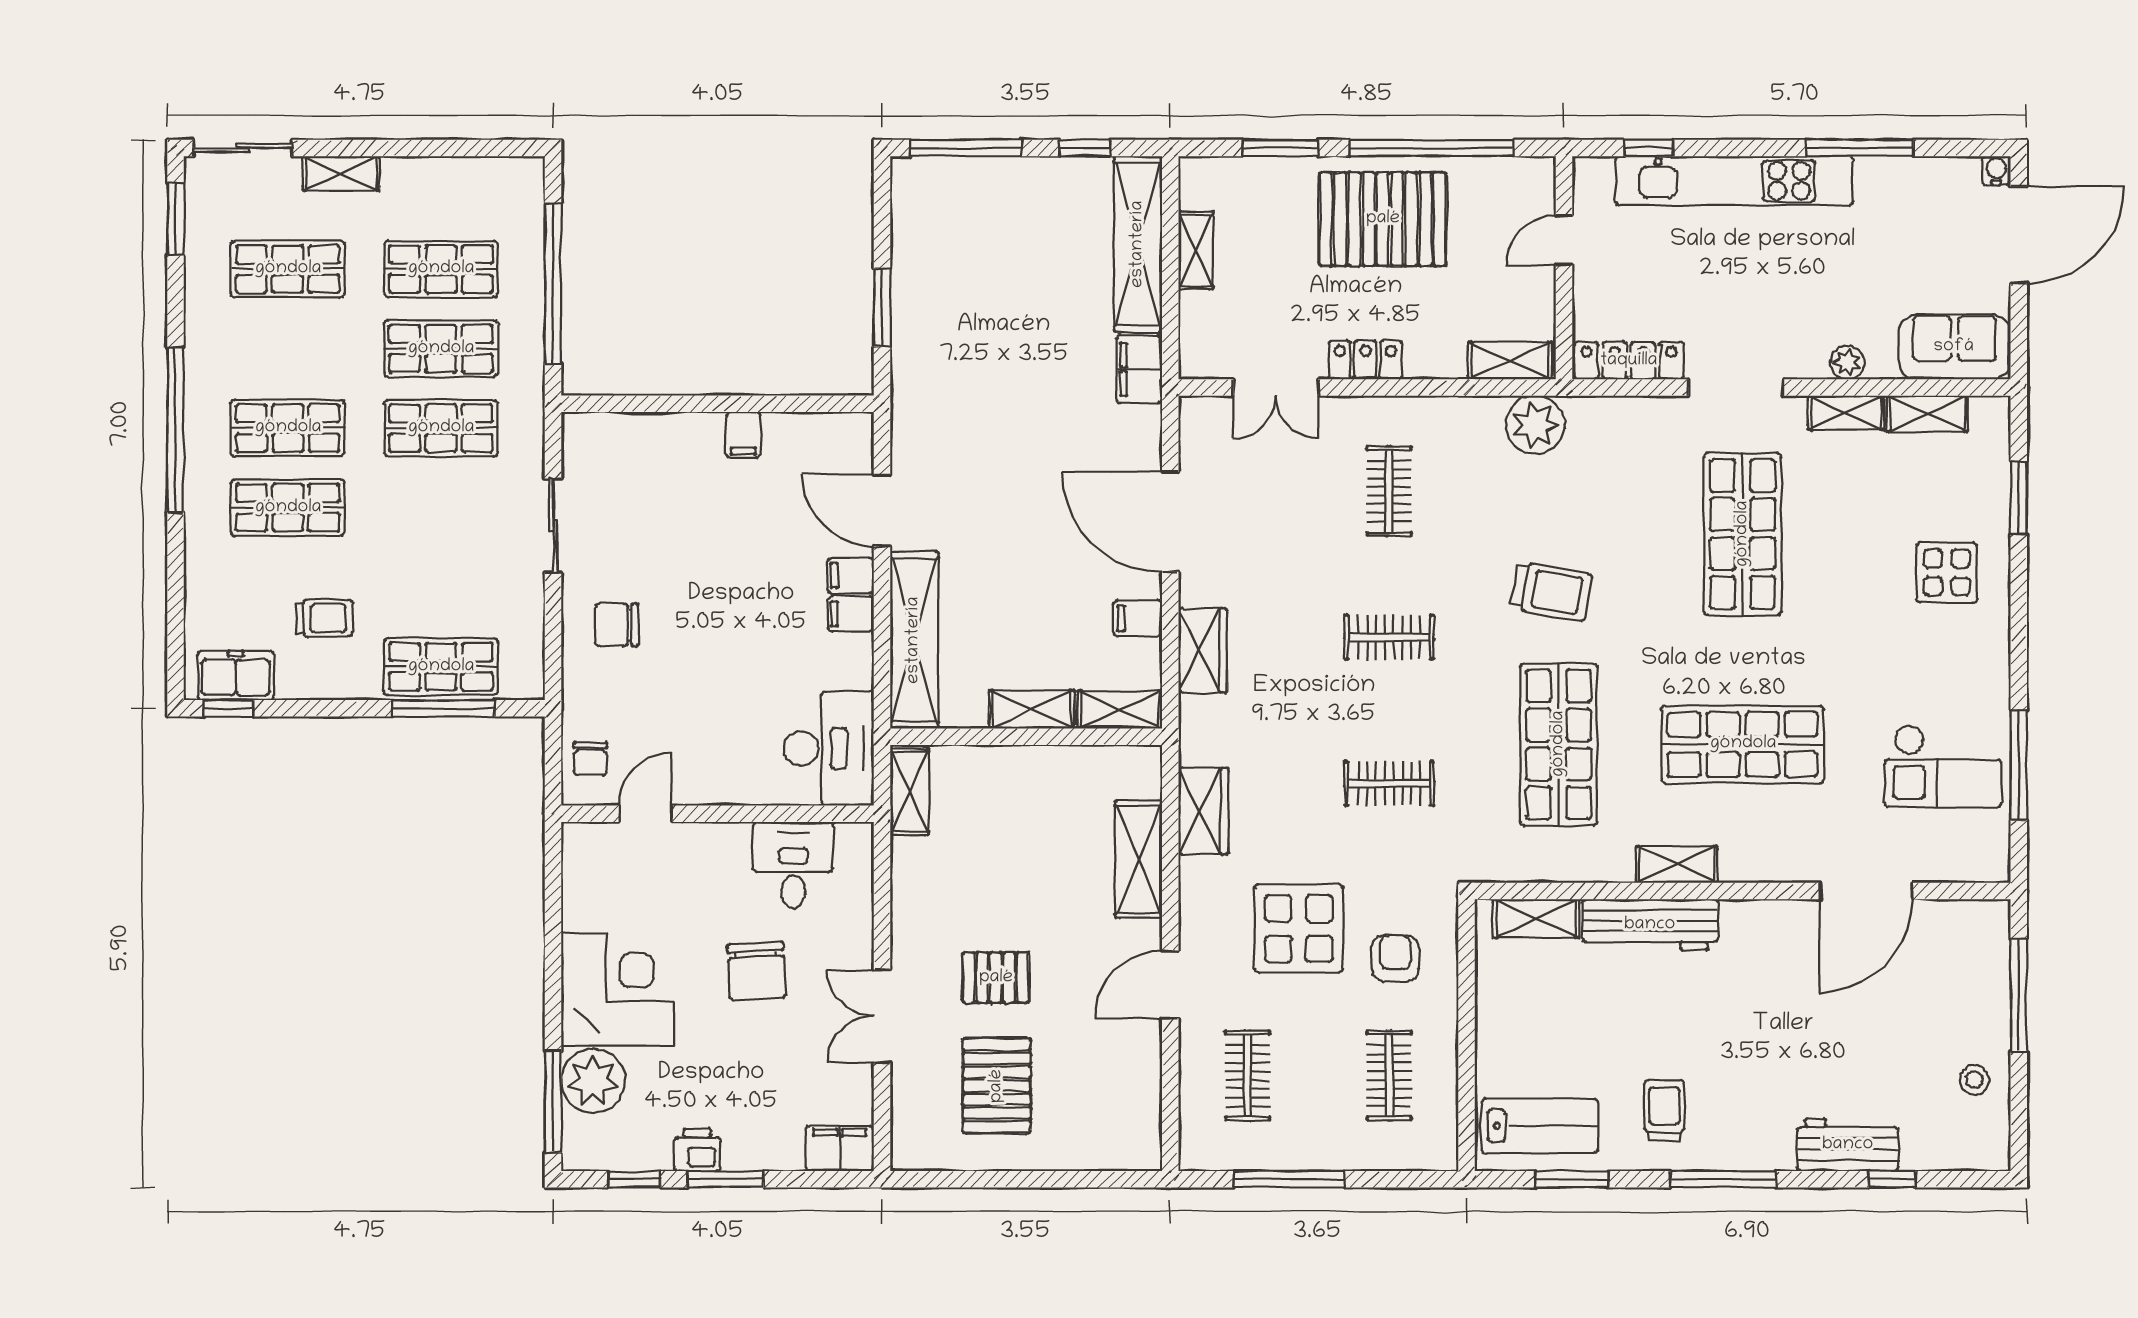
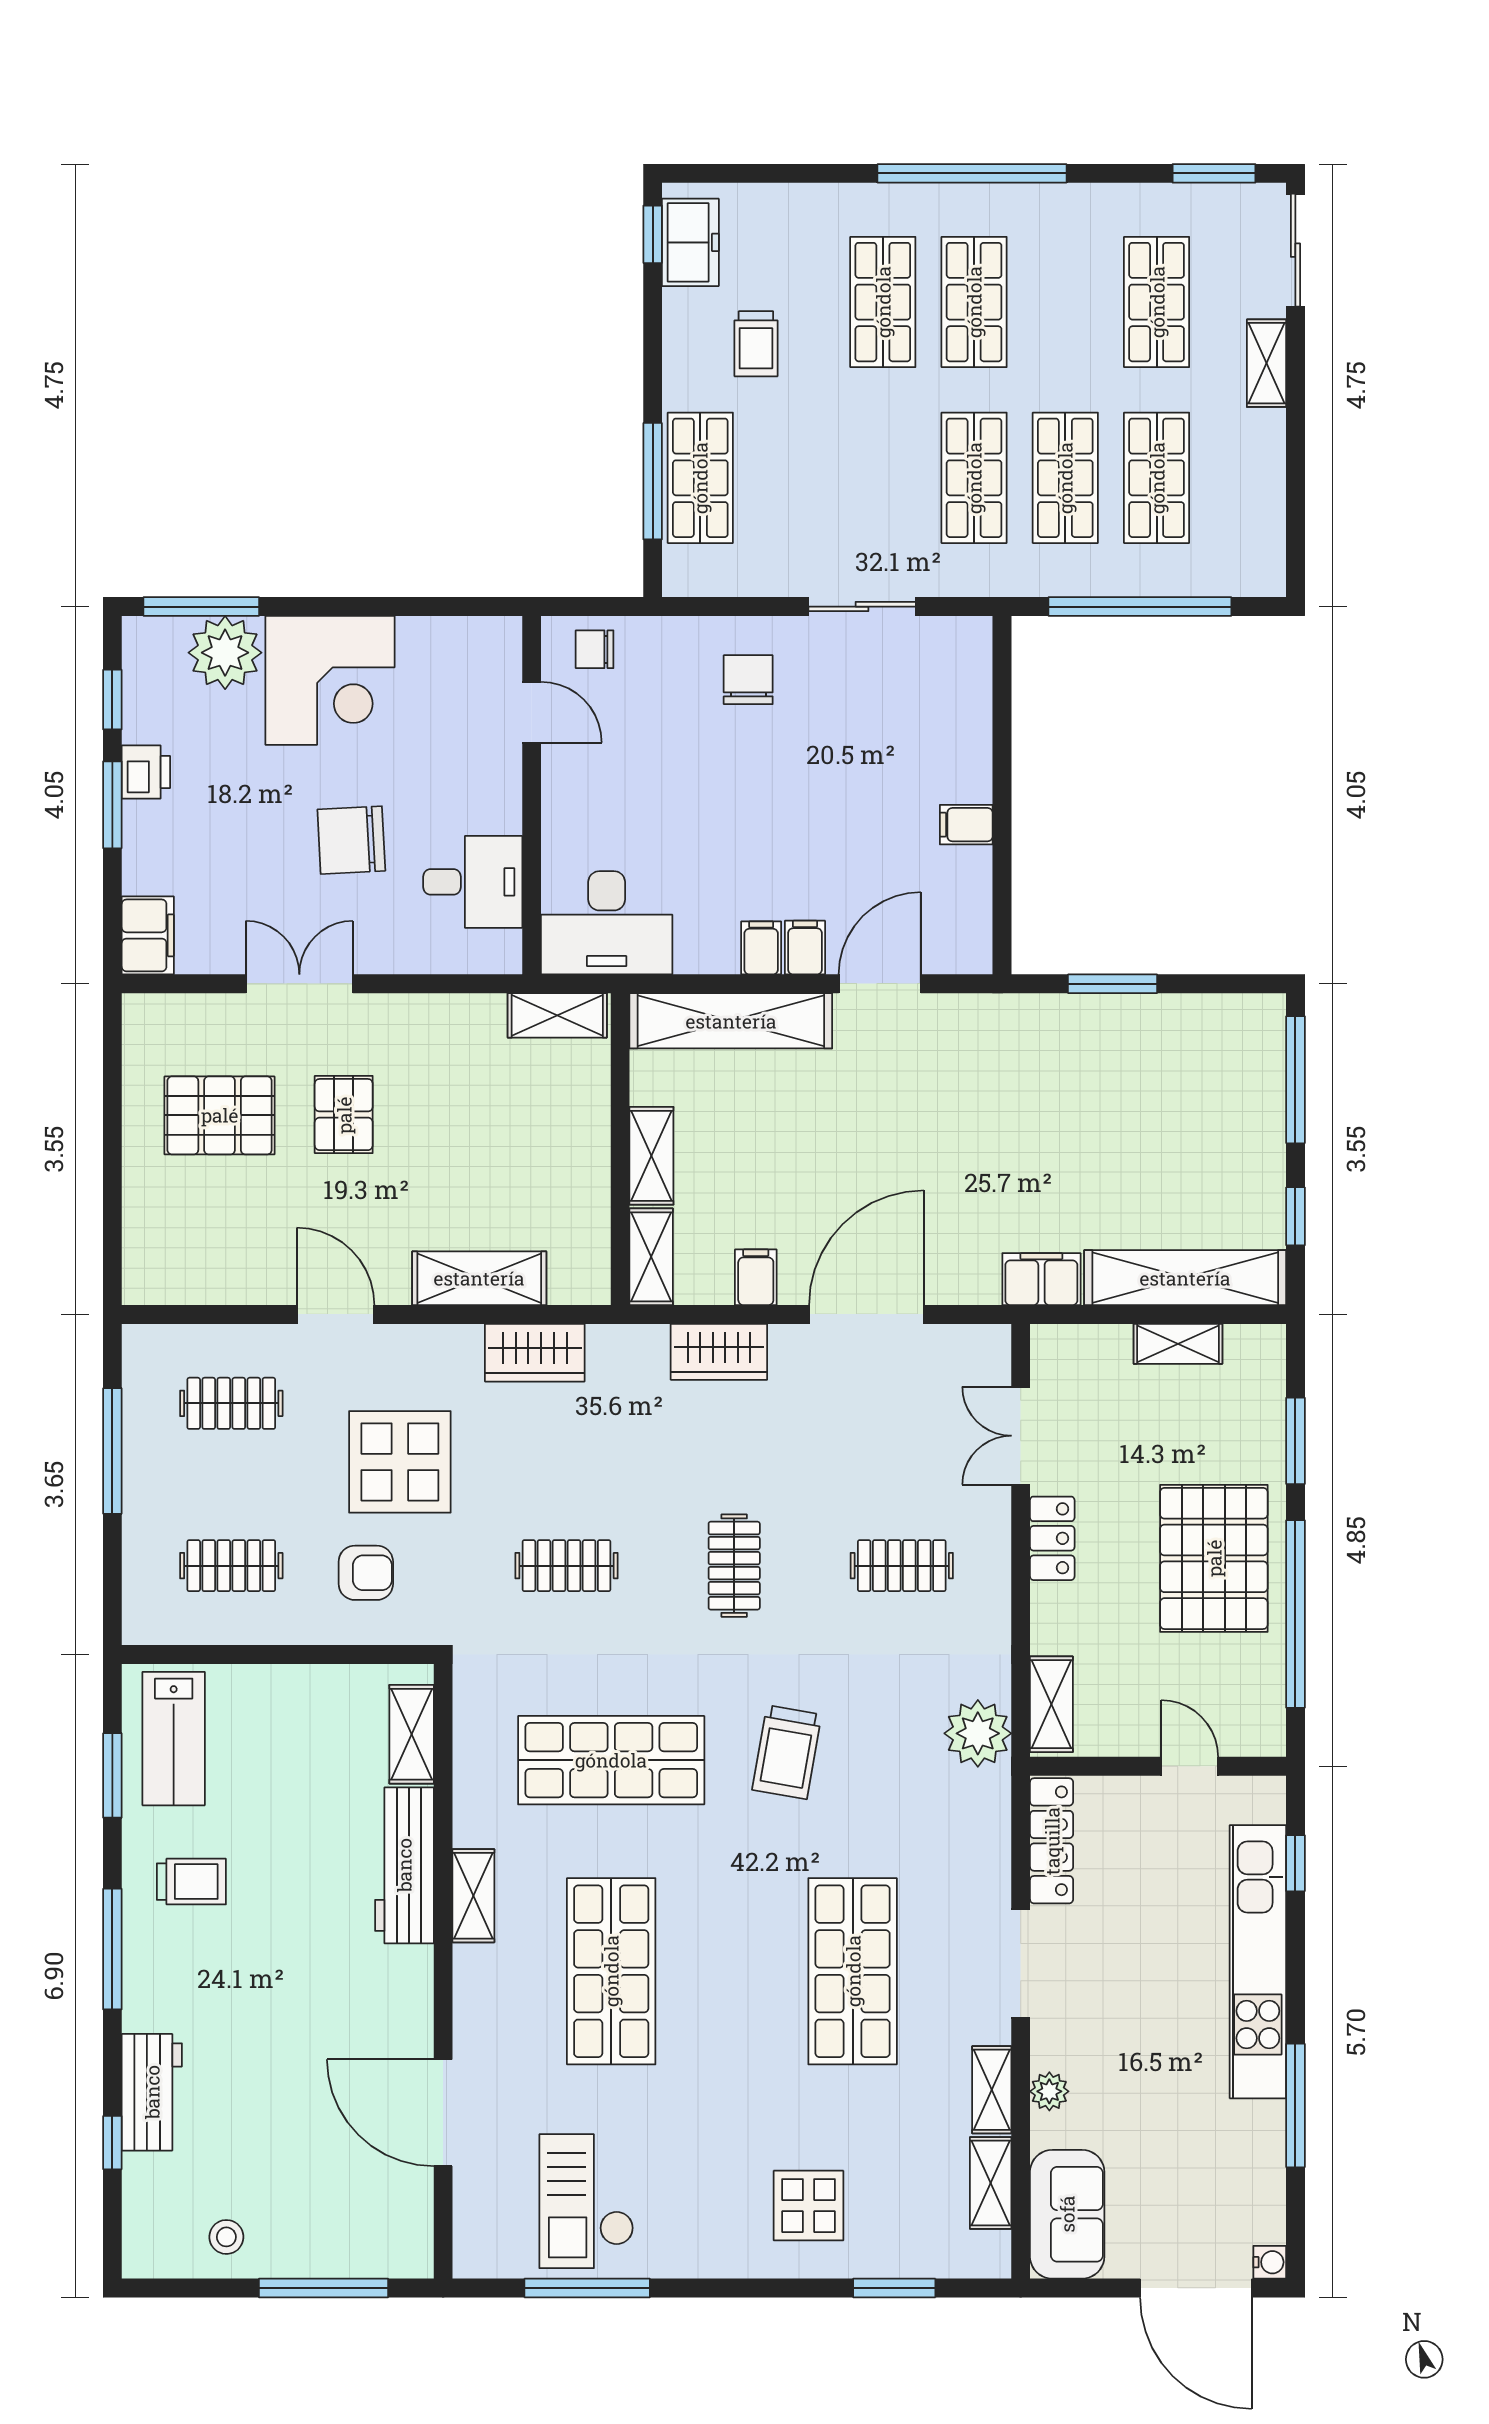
shop shelf: (1743, 534) -> (853, 1971), turned 90
clothes rail: (1389, 783) -> (567, 1566), turned 90

